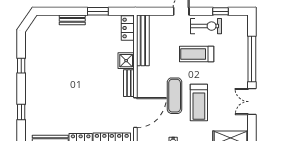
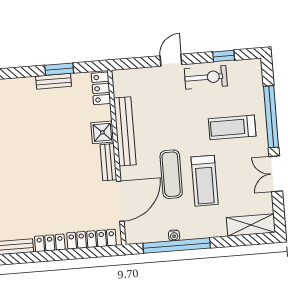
bench: (72, 20) -> (54, 81), moved
bench: (143, 40) -> (125, 131), moved
treadmill: (197, 54) -> (232, 127), moved

